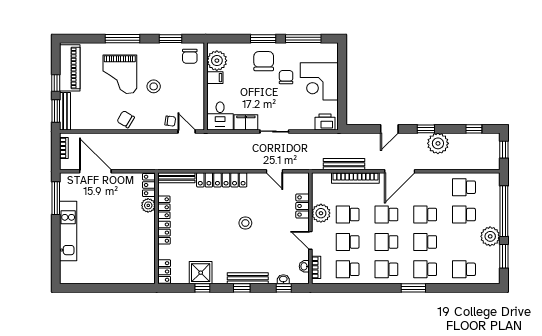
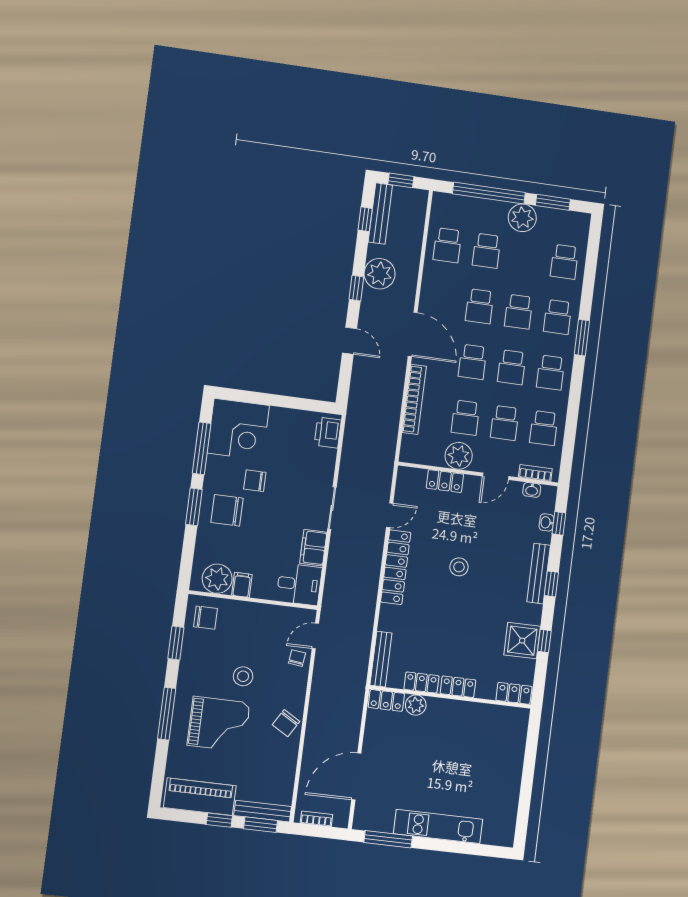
corner desk: (319, 81) -> (238, 429), moved
bench: (344, 164) -> (380, 213), moved
locker: (222, 180) -> (396, 567), moved

